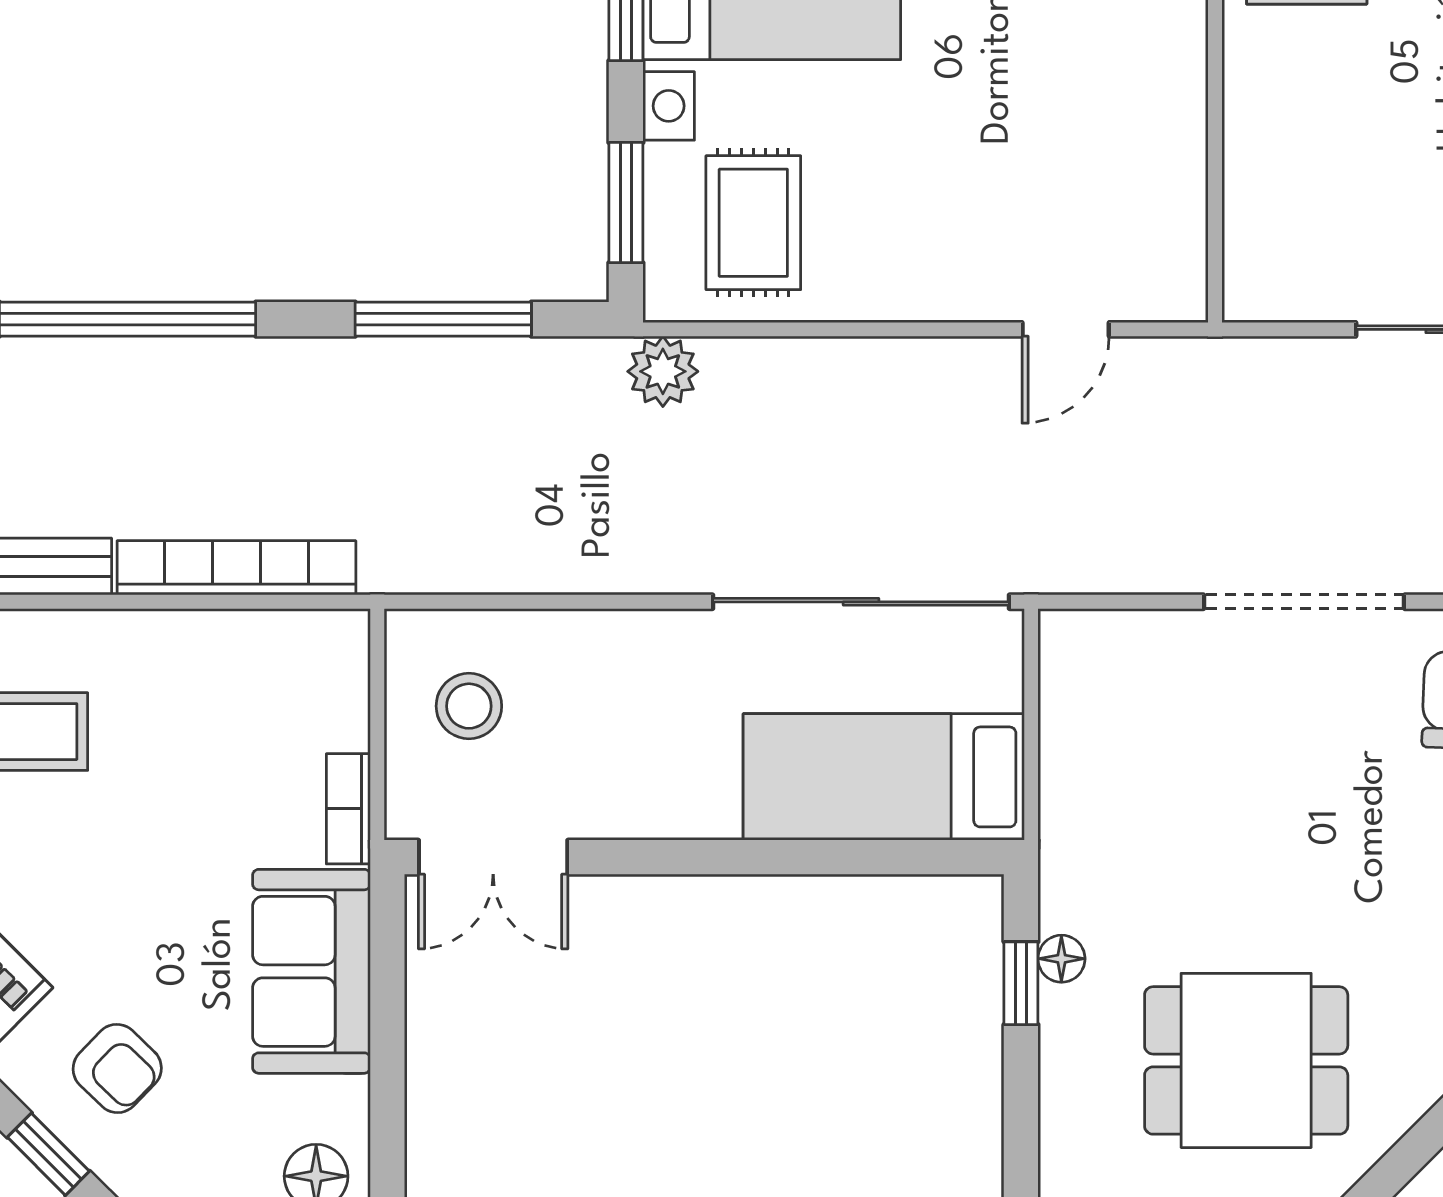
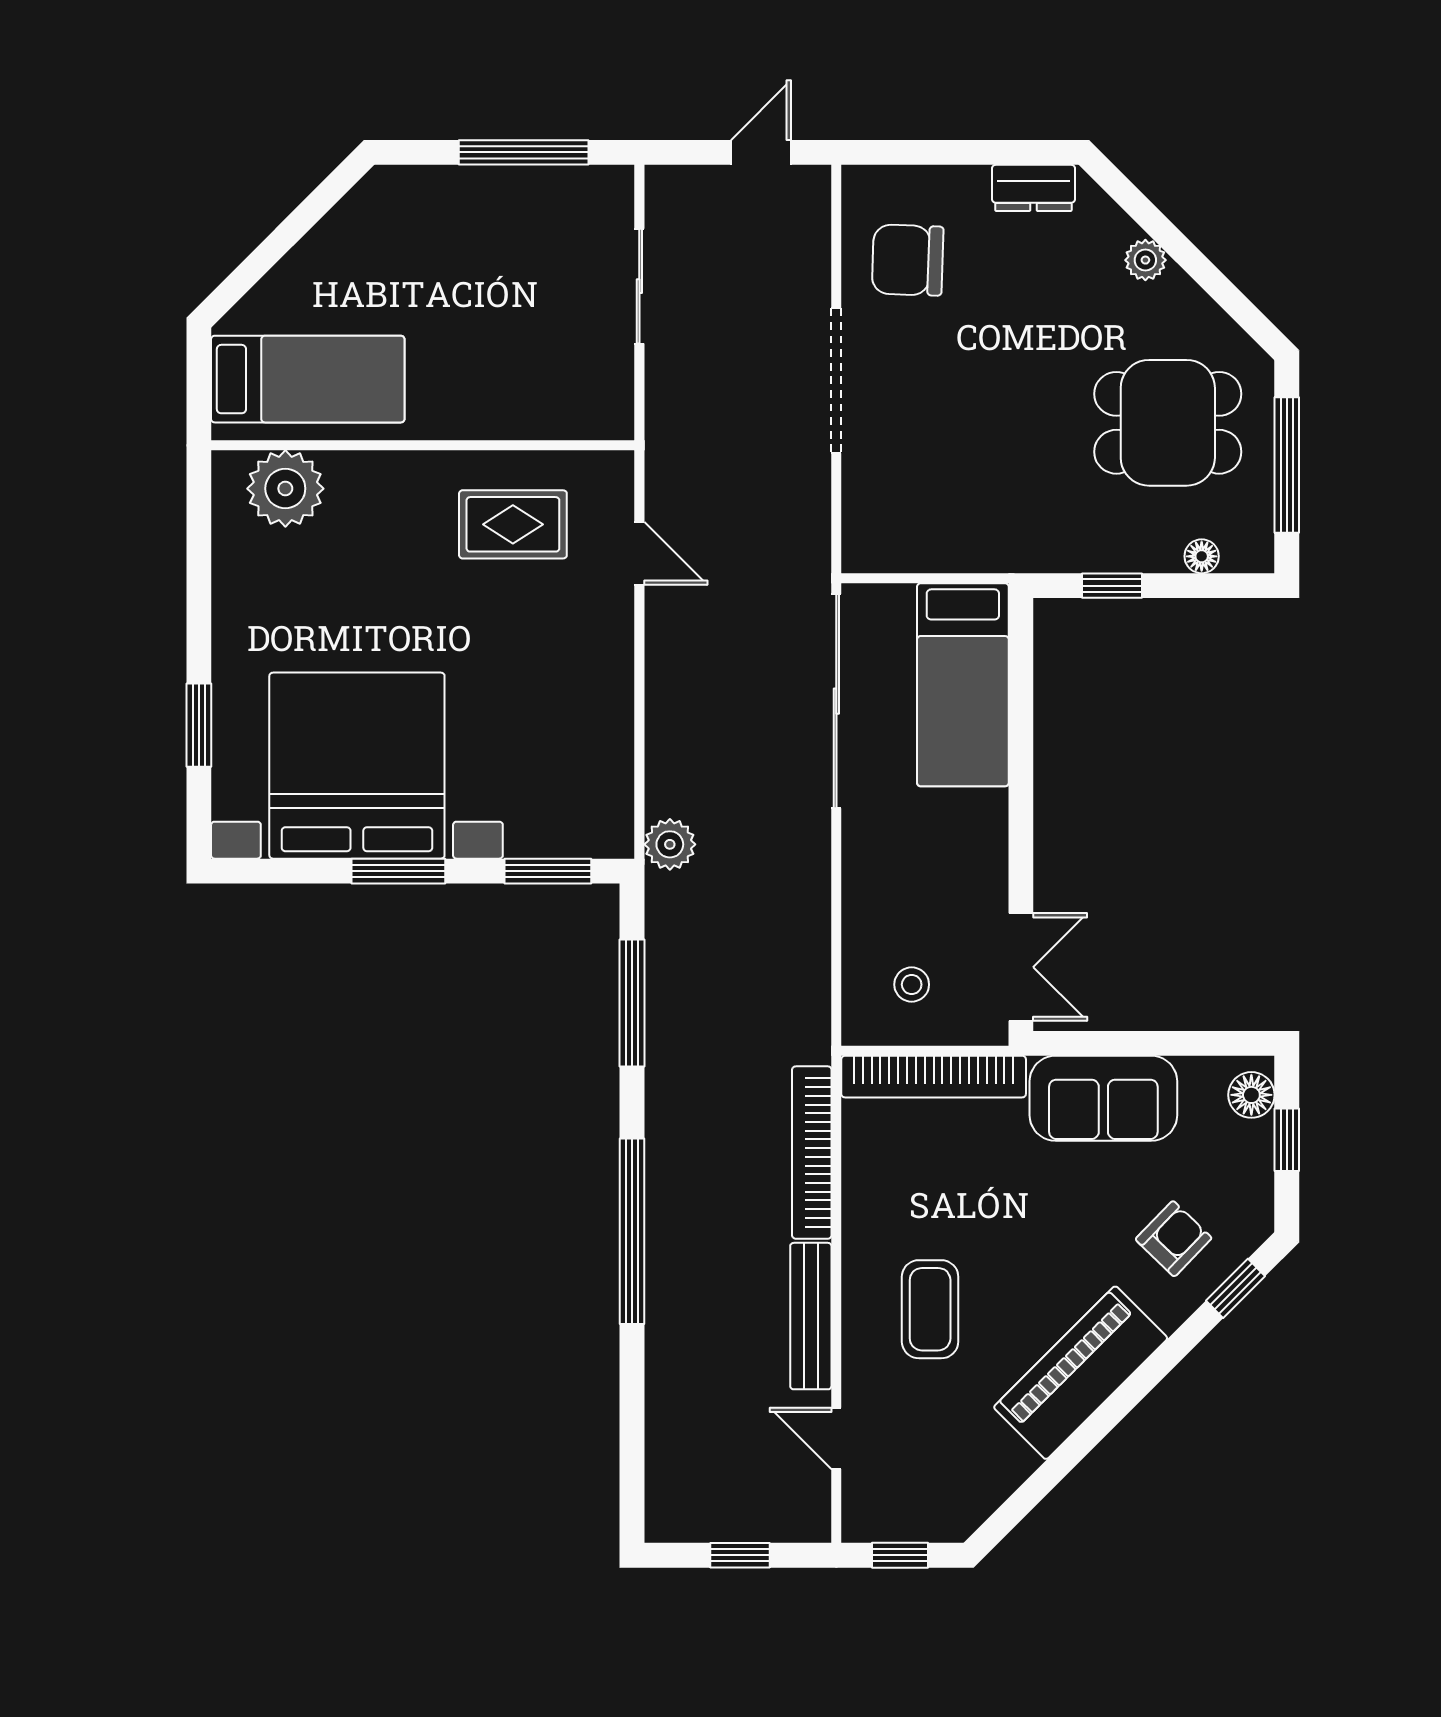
rug: (753, 223) -> (513, 524), moved
stool: (469, 706) -> (912, 985), width x0.73, depth x0.73
bookcase: (348, 809) -> (934, 1077), width x2.31, depth x1.31
floor lamp: (1061, 959) -> (1202, 556), moved
dining table: (1246, 1060) -> (1168, 423), turned 90

